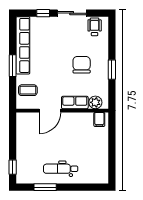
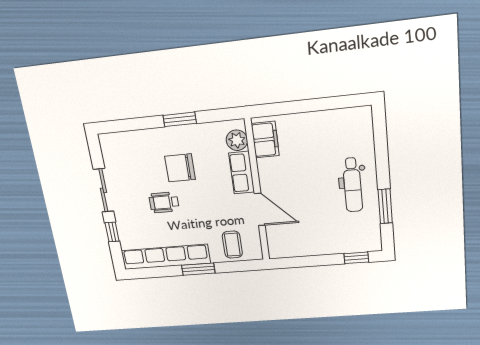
wheelchair: (95, 27) -> (164, 202), moved
filing cabinet: (99, 119) -> (265, 140), width x2.00

